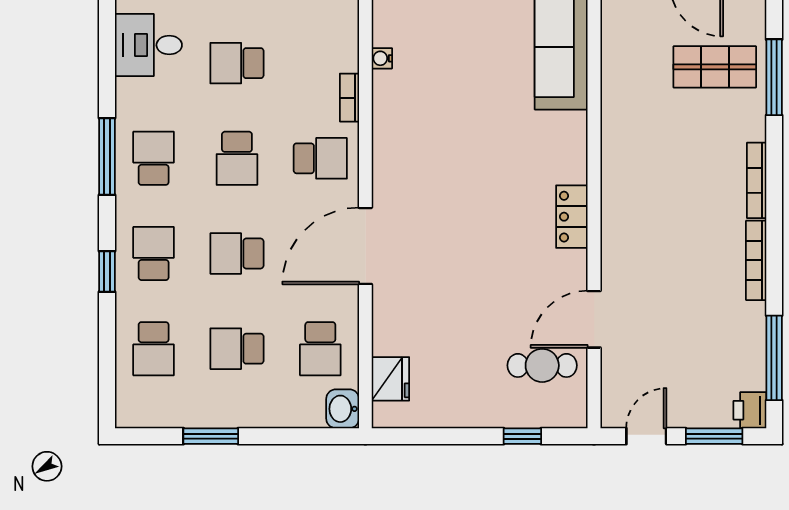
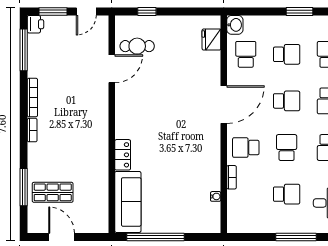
bookcase: (757, 180) -> (32, 130), width x0.64
locker: (572, 217) -> (123, 155), moved

